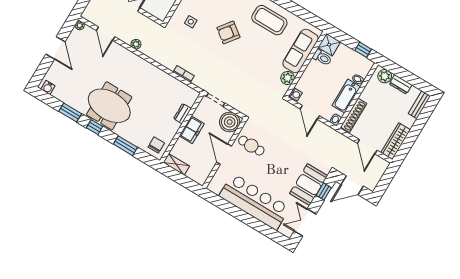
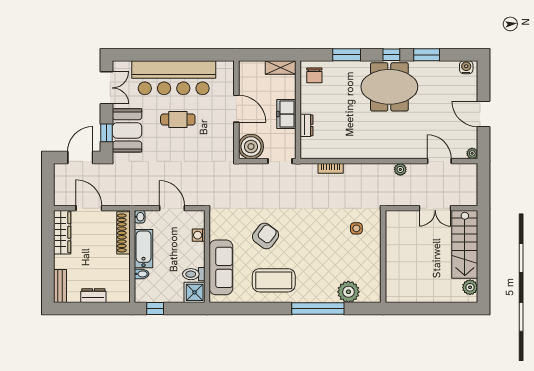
armchair: (228, 33) -> (266, 236), moved
plant: (385, 76) -> (115, 294), removed
plant: (288, 78) -> (218, 230), removed
washing machine: (296, 94) -> (199, 235), moved
cafe table: (251, 146) -> (178, 119), moved

